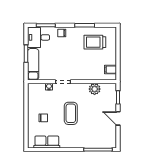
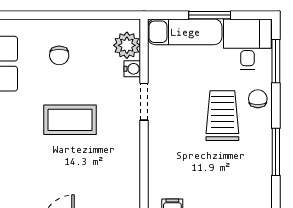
trolley: (95, 42) -> (222, 116), moved
plant: (95, 89) -> (127, 45), moved

